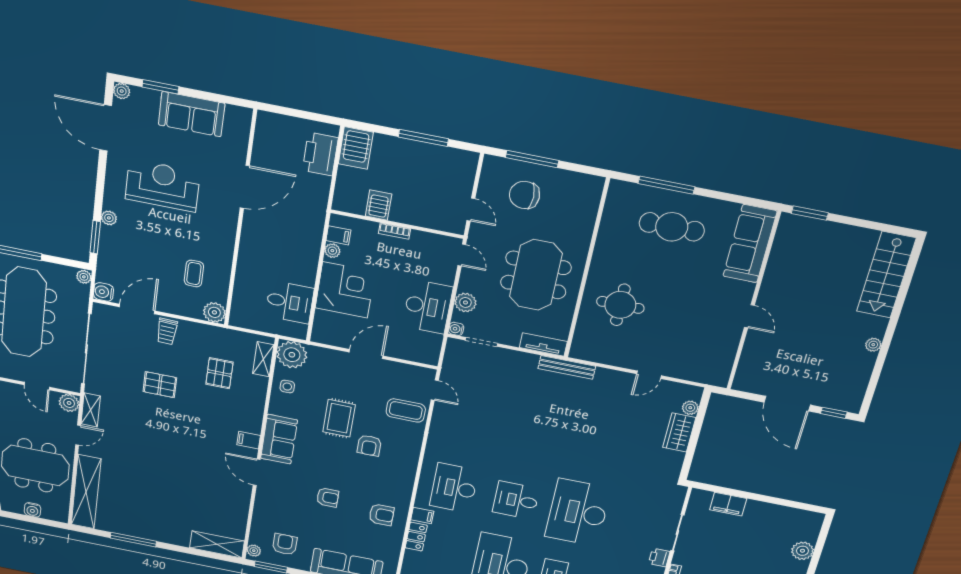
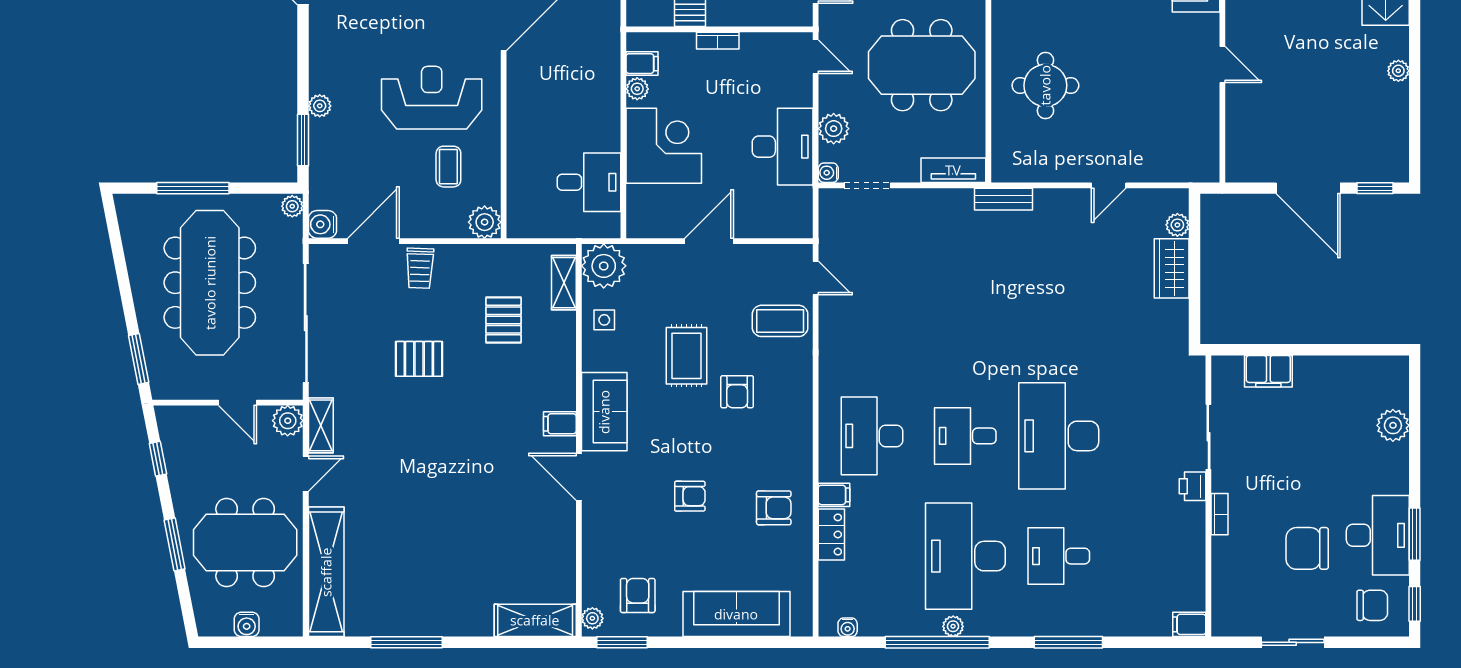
reception desk: (163, 186) -> (432, 98), moved
meeting table: (536, 275) -> (922, 65), turned 90
bench: (567, 367) -> (1004, 199), width x0.73

